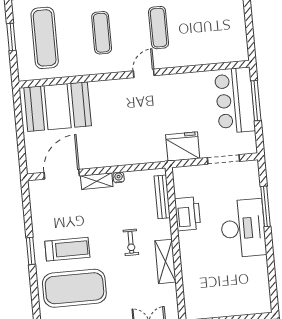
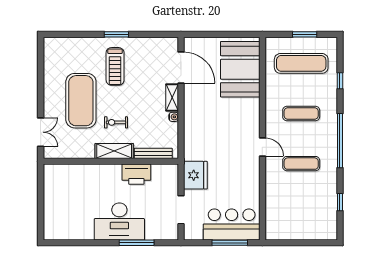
shelving: (165, 261) -> (114, 151), moved
exercise mat: (74, 288) -> (81, 101), moved

